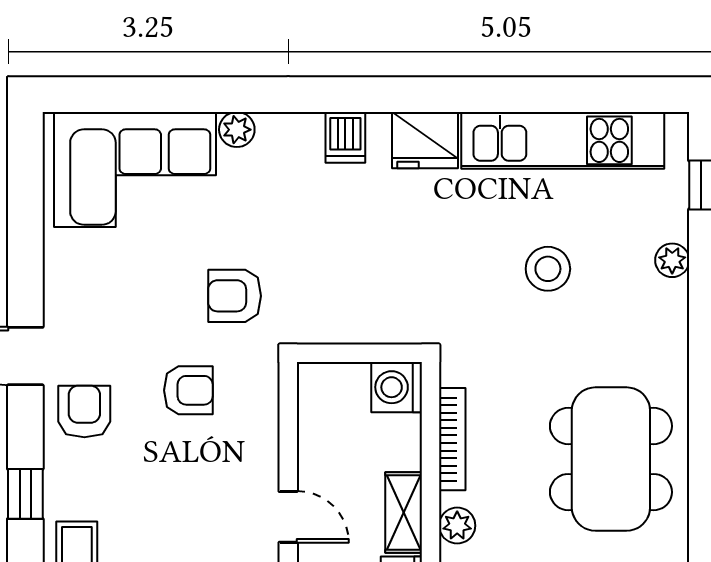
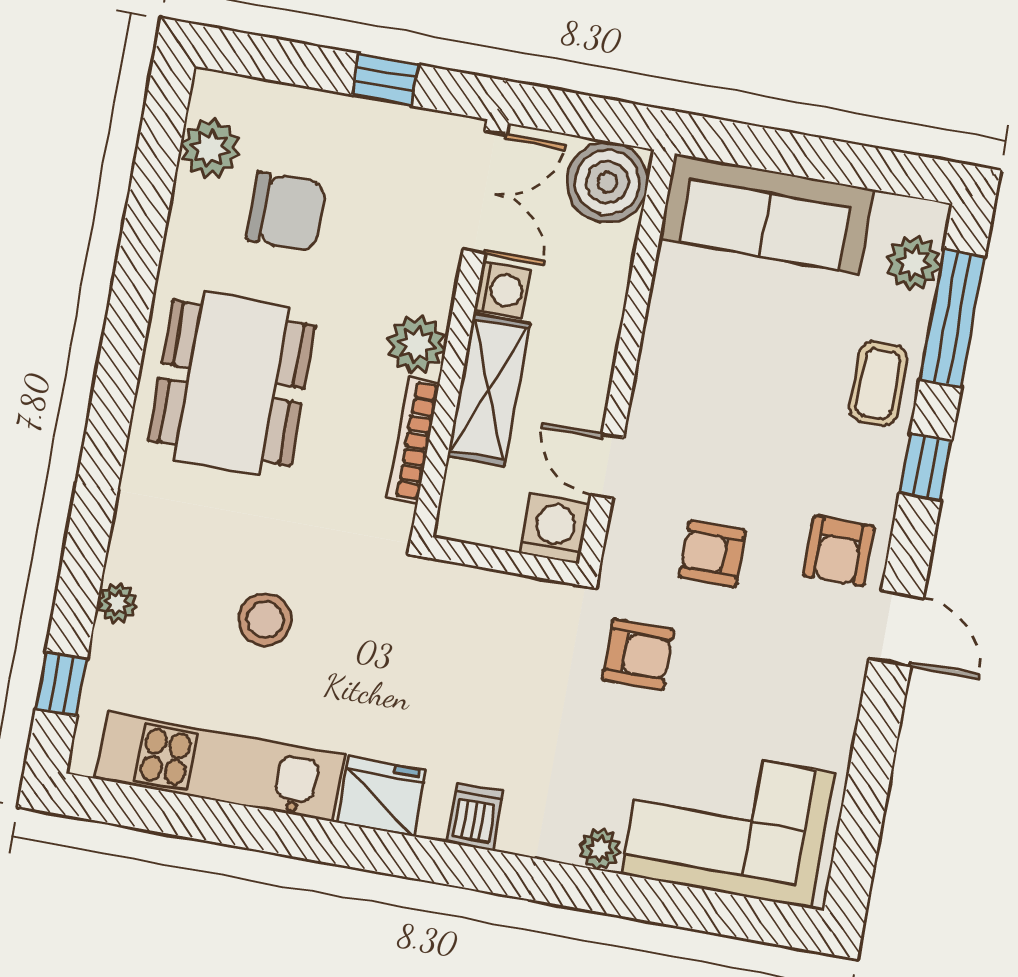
washing machine: (397, 387) -> (555, 529), moved, turned -90
shelving: (404, 512) -> (489, 390), width x1.50, depth x1.33
door: (288, 517) -> (607, 466), moved
plant: (457, 526) -> (417, 344), width x1.38, depth x1.38

